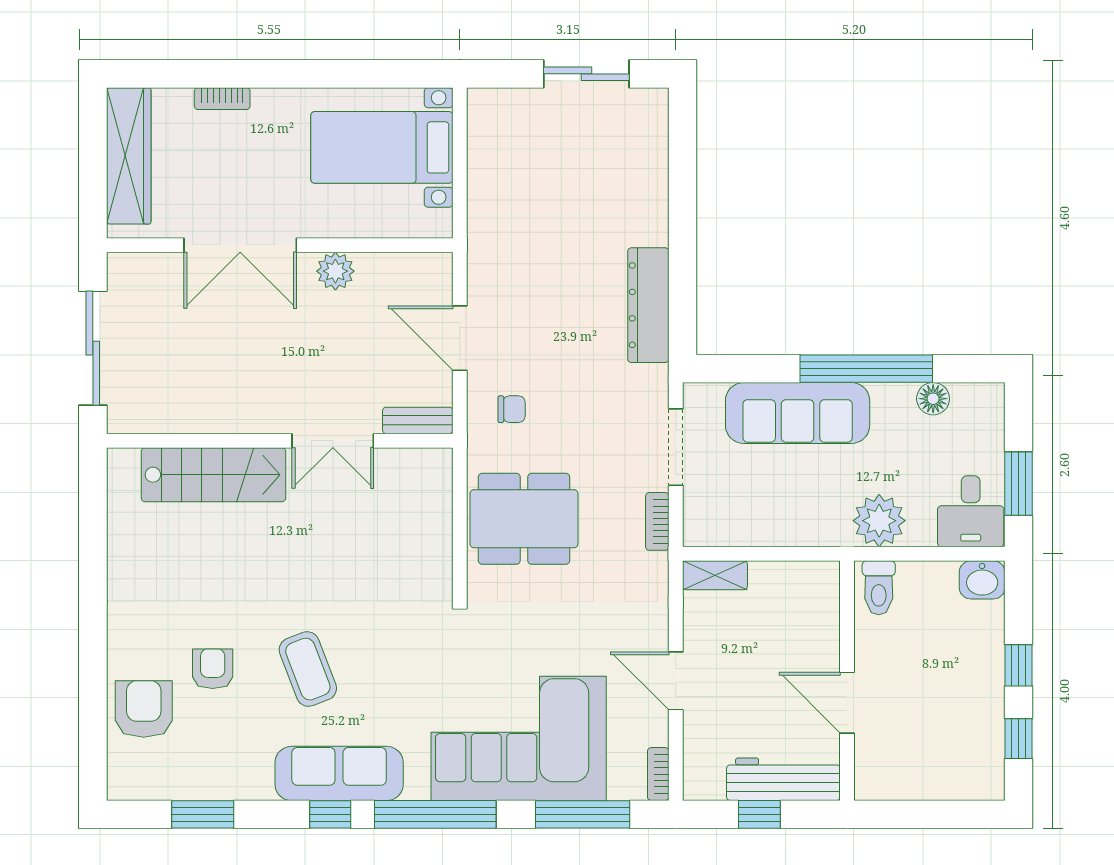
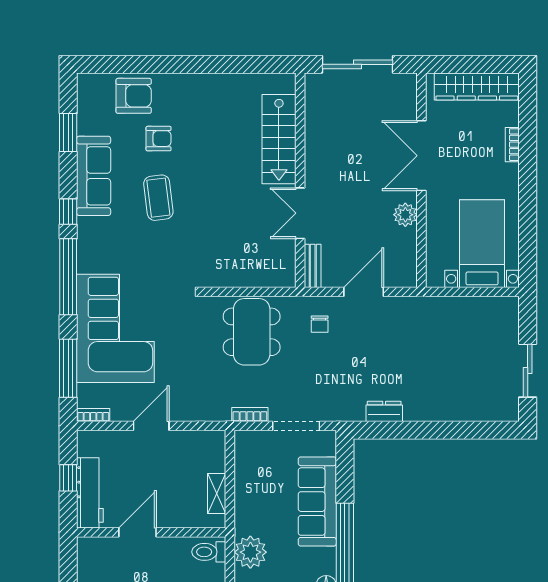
dresser: (648, 305) -> (384, 411), width x0.51, depth x0.80
shelving: (715, 575) -> (217, 494), moved
coffee table: (308, 669) -> (158, 198), turned -76
sofa: (339, 773) -> (94, 176), moved

